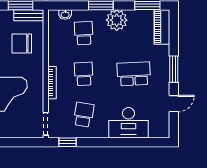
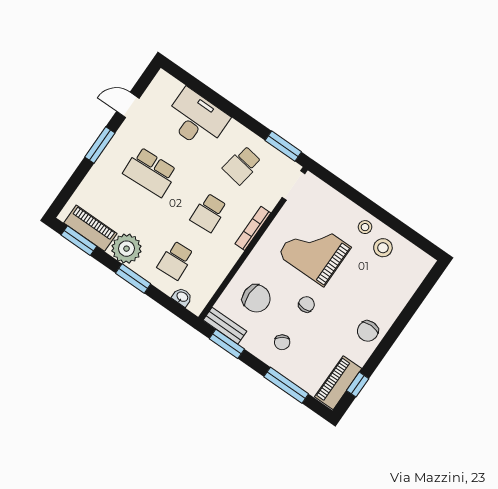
piano: (162, 27) -> (90, 228), moved, turned -90
window: (67, 142) -> (283, 146), width x1.50

